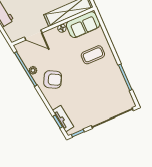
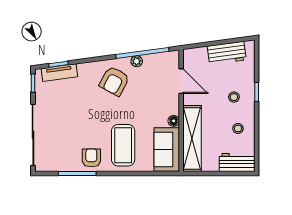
door: (33, 35) -> (181, 81), swing flipped
coffee table: (93, 55) -> (123, 145), width x1.36, depth x1.32
armchair: (111, 72) -> (91, 158), added

